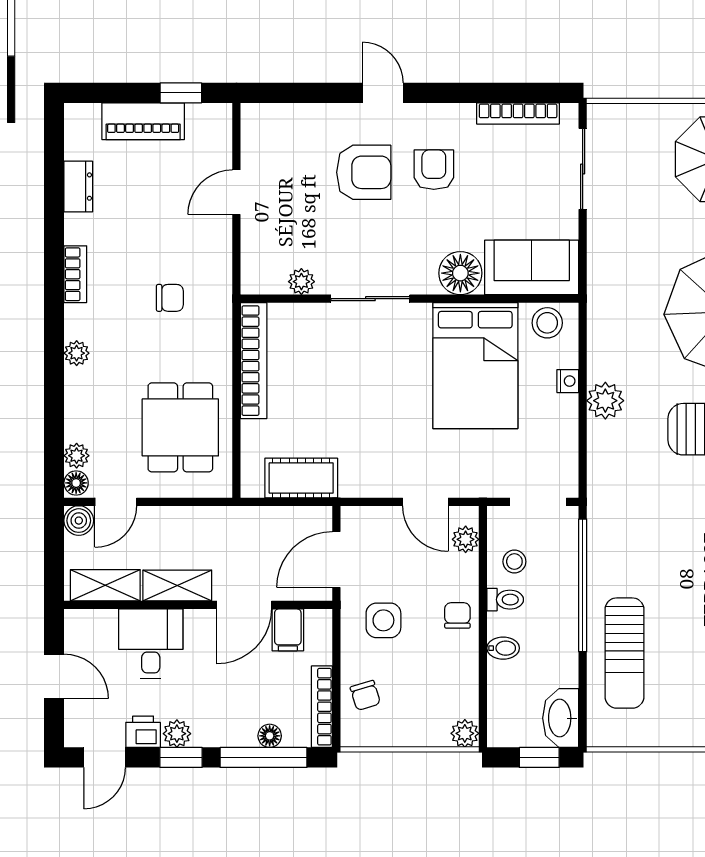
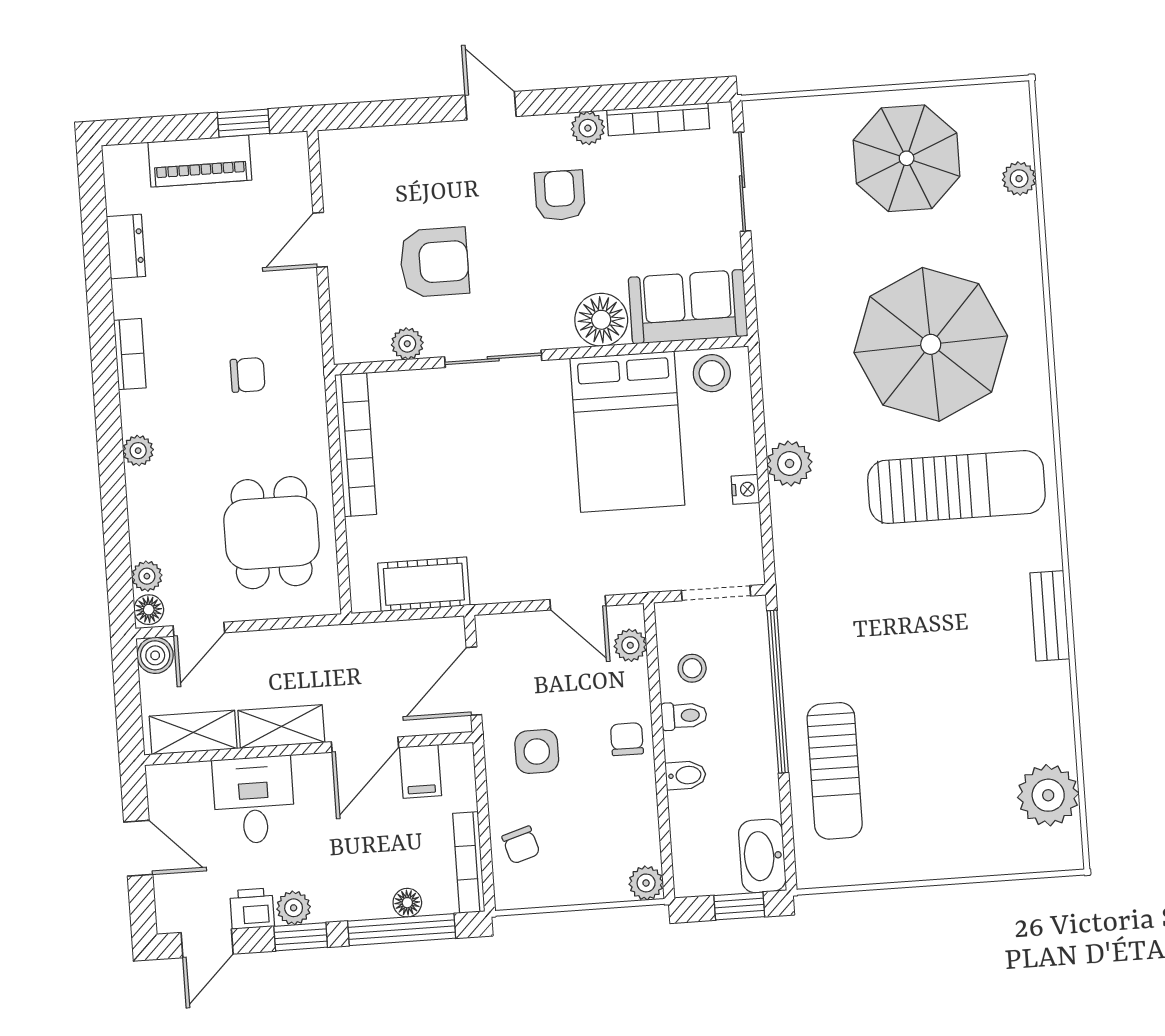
plant: (460, 117) -> (588, 128), added
armchair: (364, 172) -> (434, 262), moved
nightstand: (568, 381) -> (745, 489), moved

